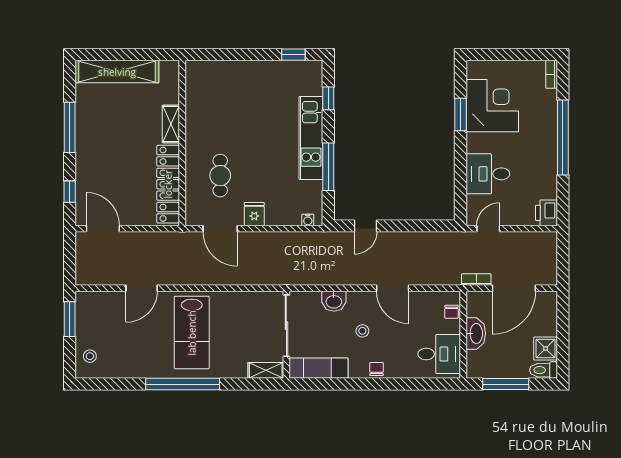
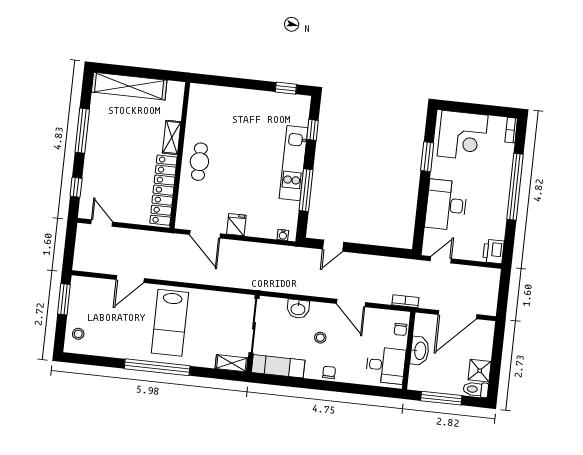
corner desk: (492, 106) -> (463, 136), moved, turned 90
desk: (488, 174) -> (446, 205), width x1.37
cafe table: (220, 176) -> (199, 162), moved
door: (103, 229) -> (102, 223), width x0.73
bookcase: (476, 280) -> (405, 301), moved

